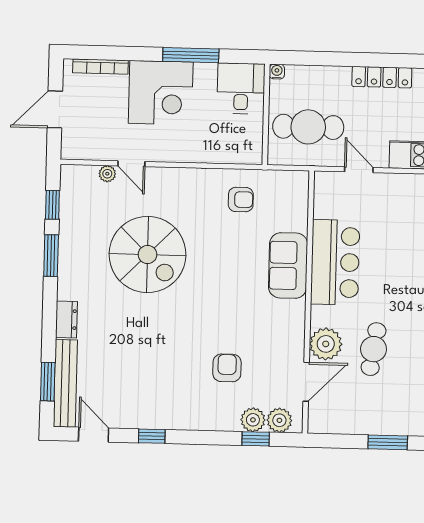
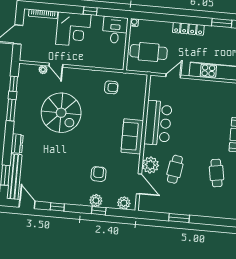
window: (191, 55) -> (90, 11), width x0.46
door: (359, 170) -> (173, 76), hinge flipped
sofa: (288, 265) -> (132, 136), moved
door: (306, 382) -> (139, 184), hinge flipped
plant: (253, 420) -> (96, 201), moved
window: (256, 439) -> (99, 211), moved

